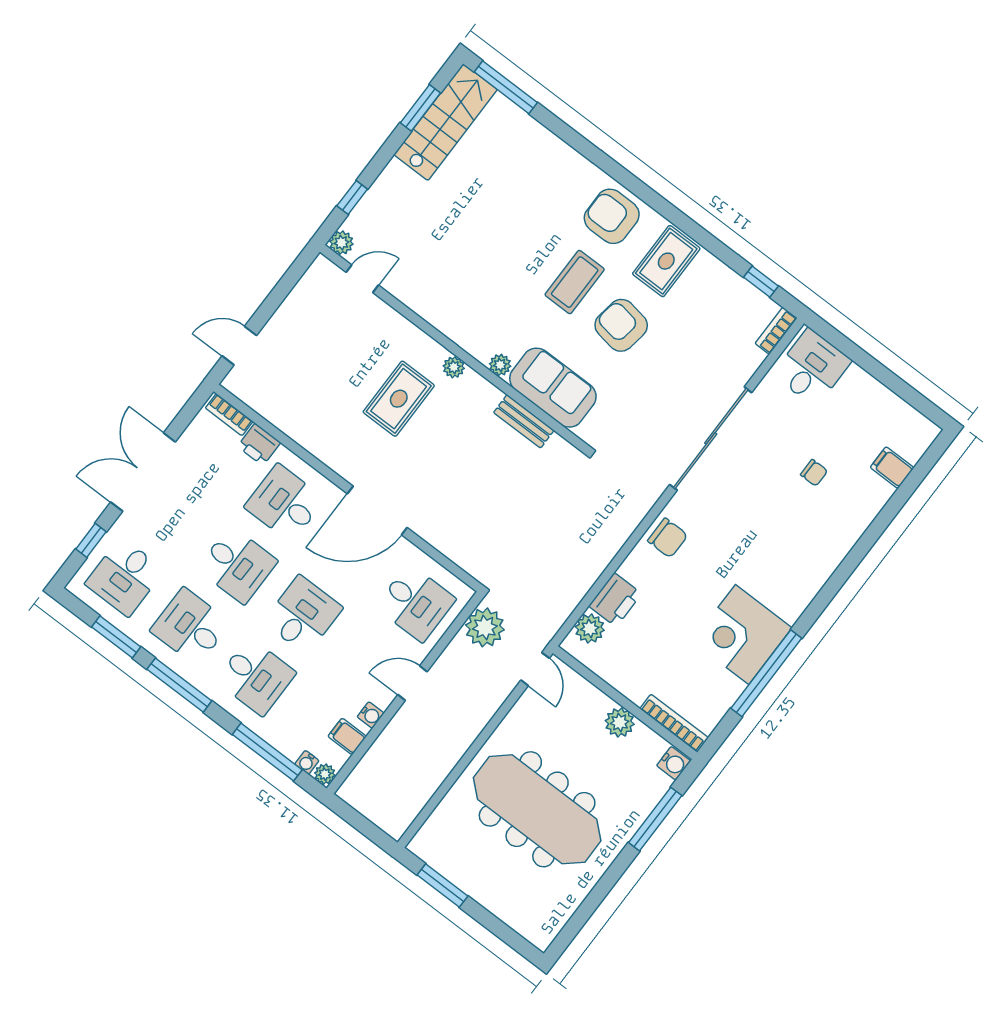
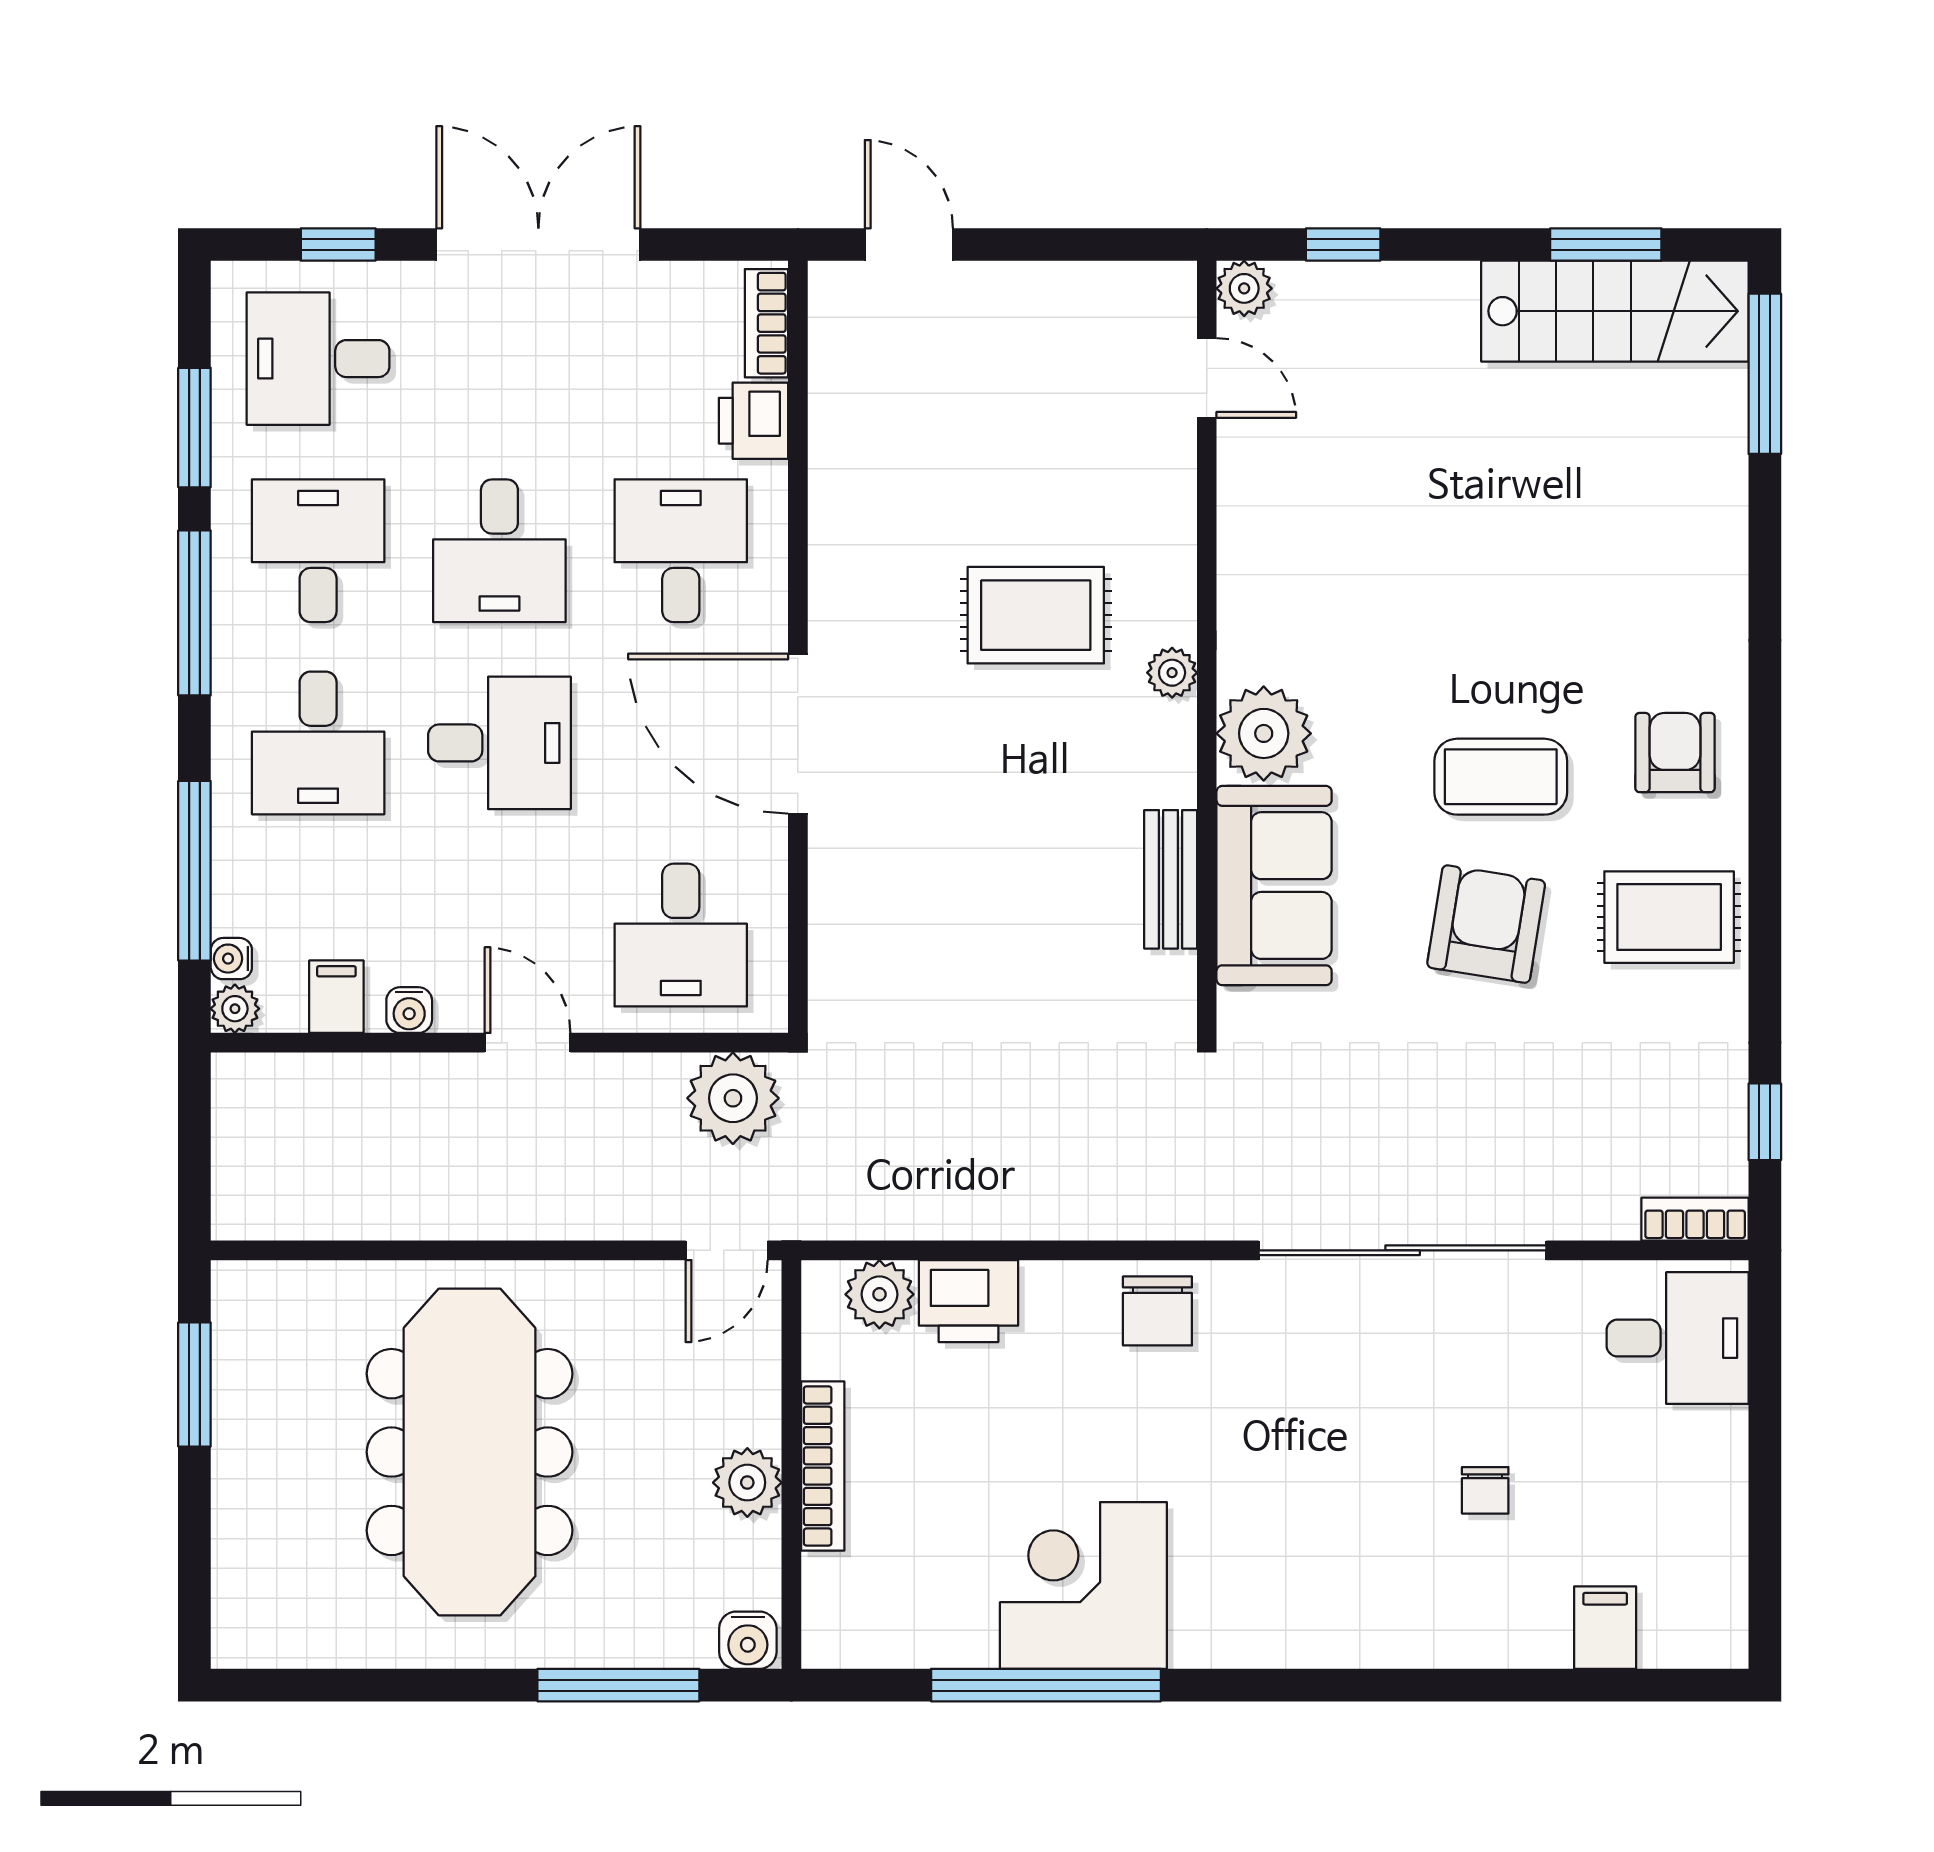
armchair: (612, 216) -> (1675, 753), width x0.72, depth x0.72
plant: (500, 365) -> (1264, 733), width x1.88, depth x1.88
bookcase: (674, 723) -> (823, 1466), moved

